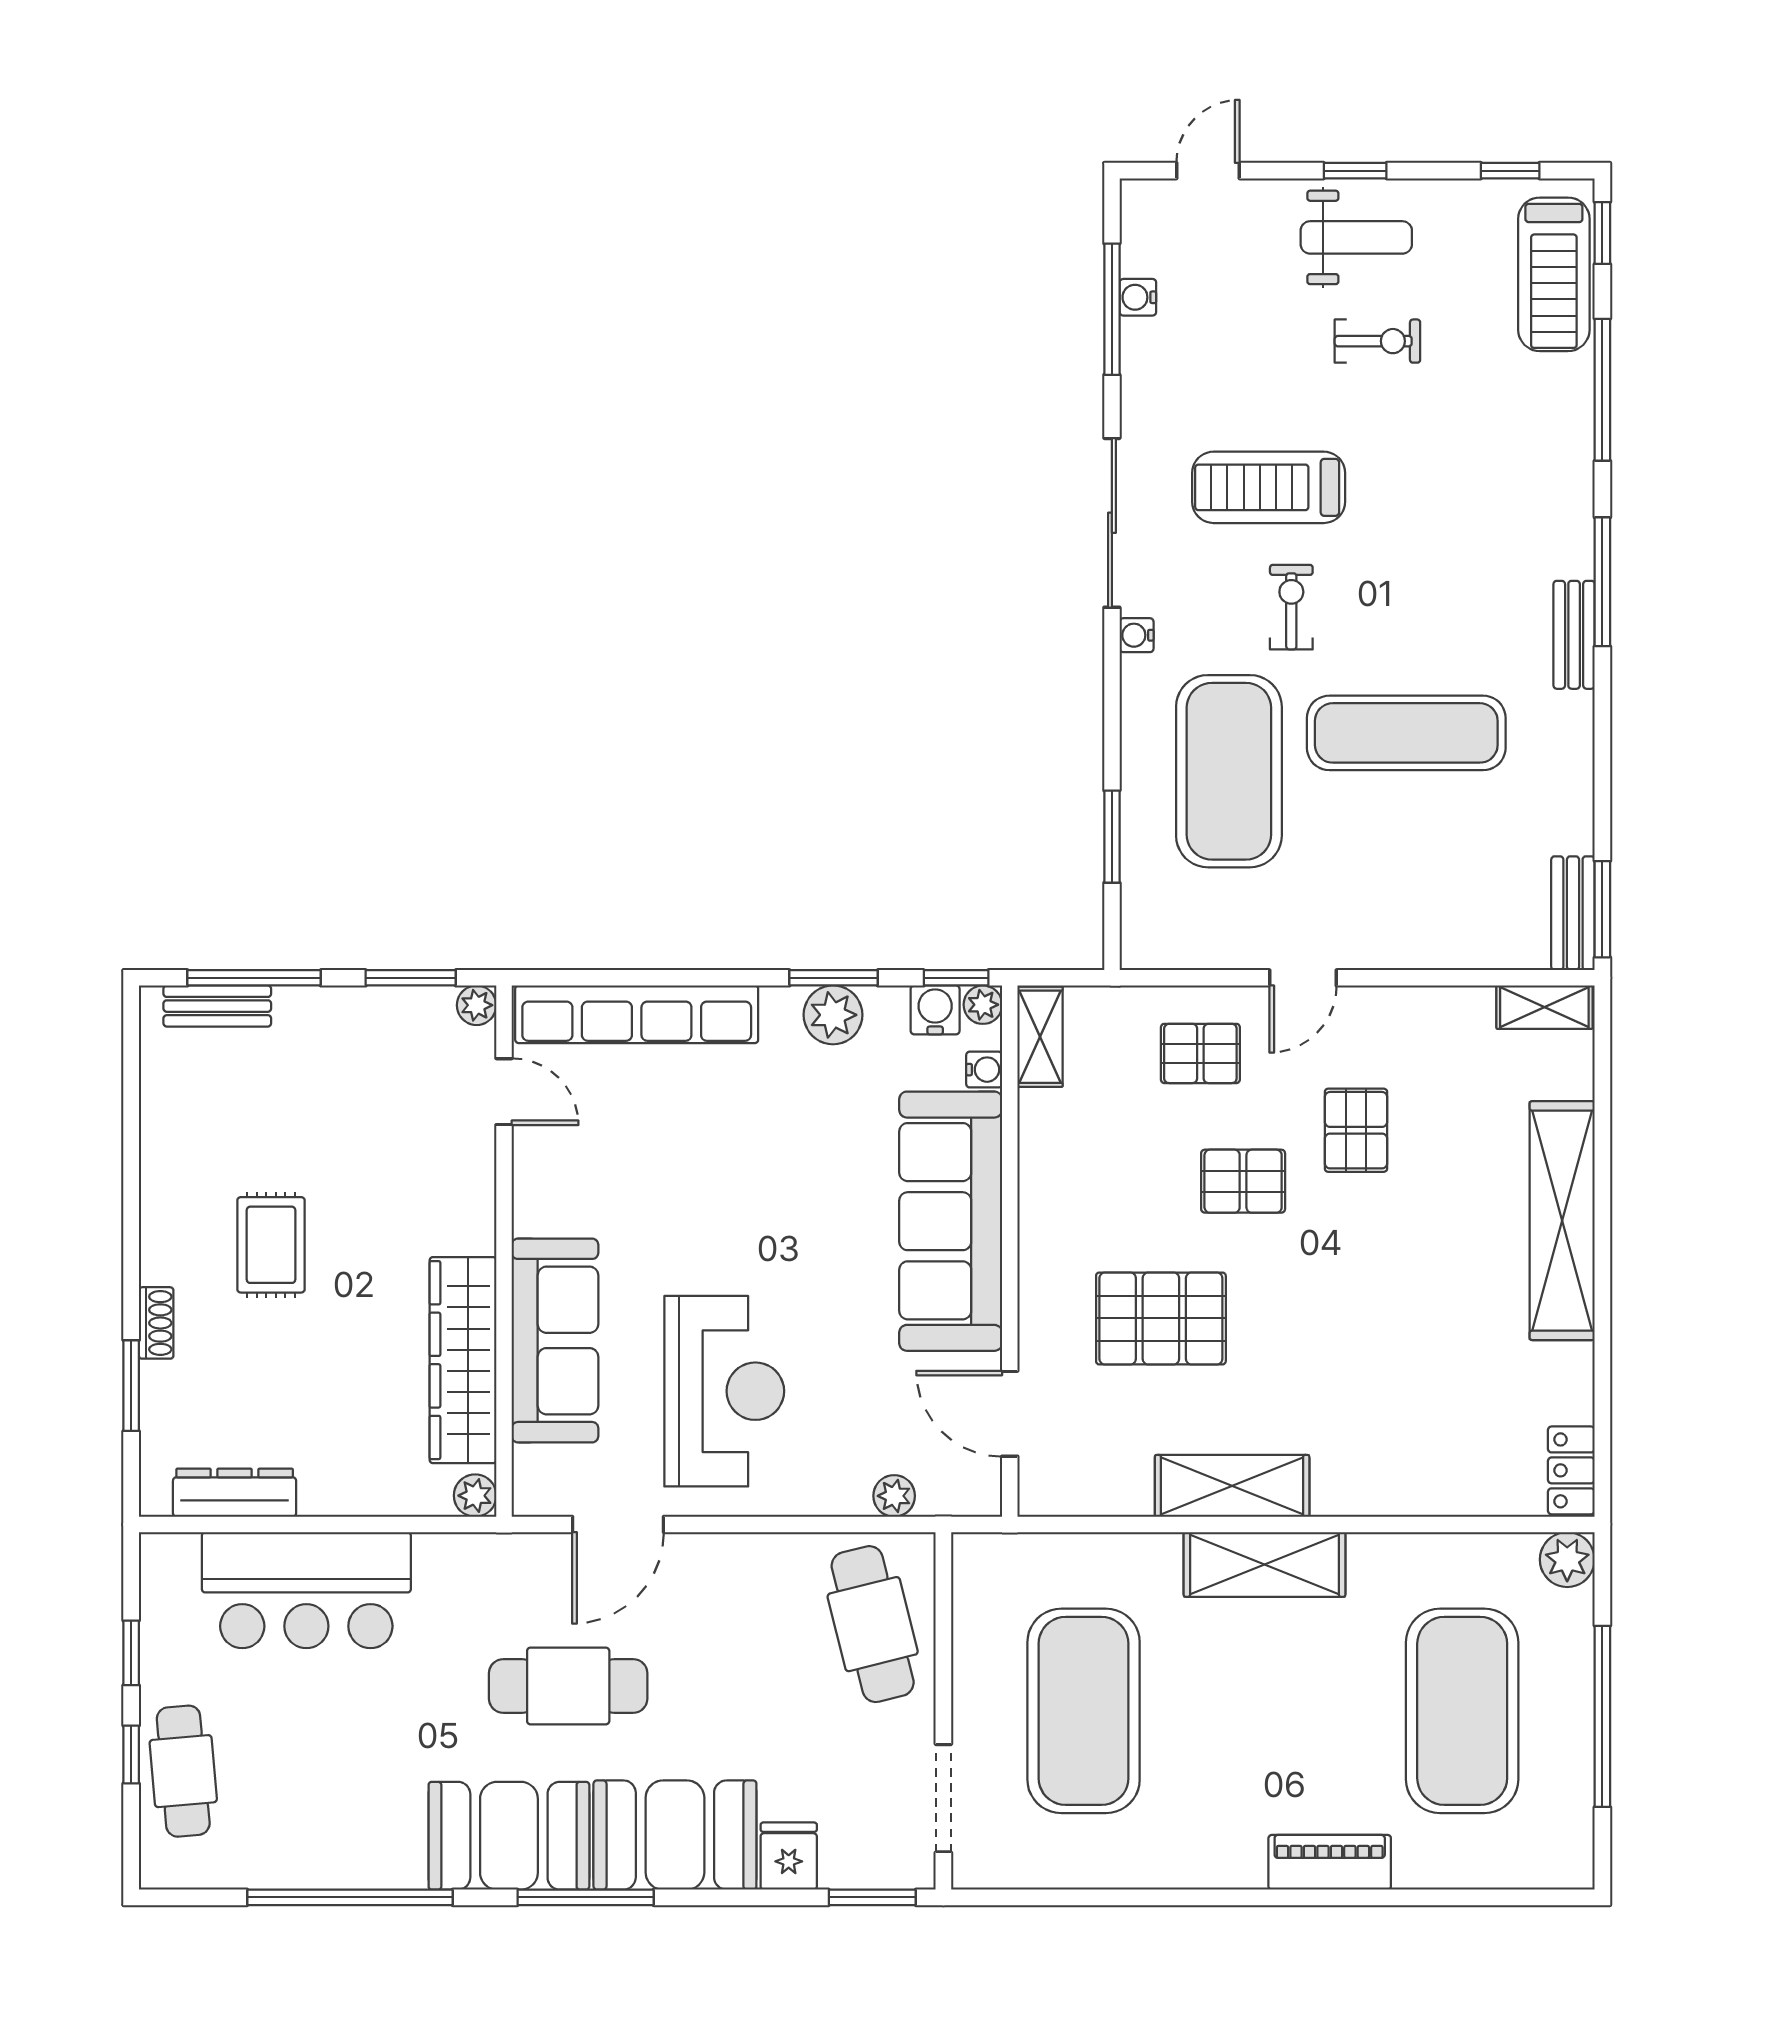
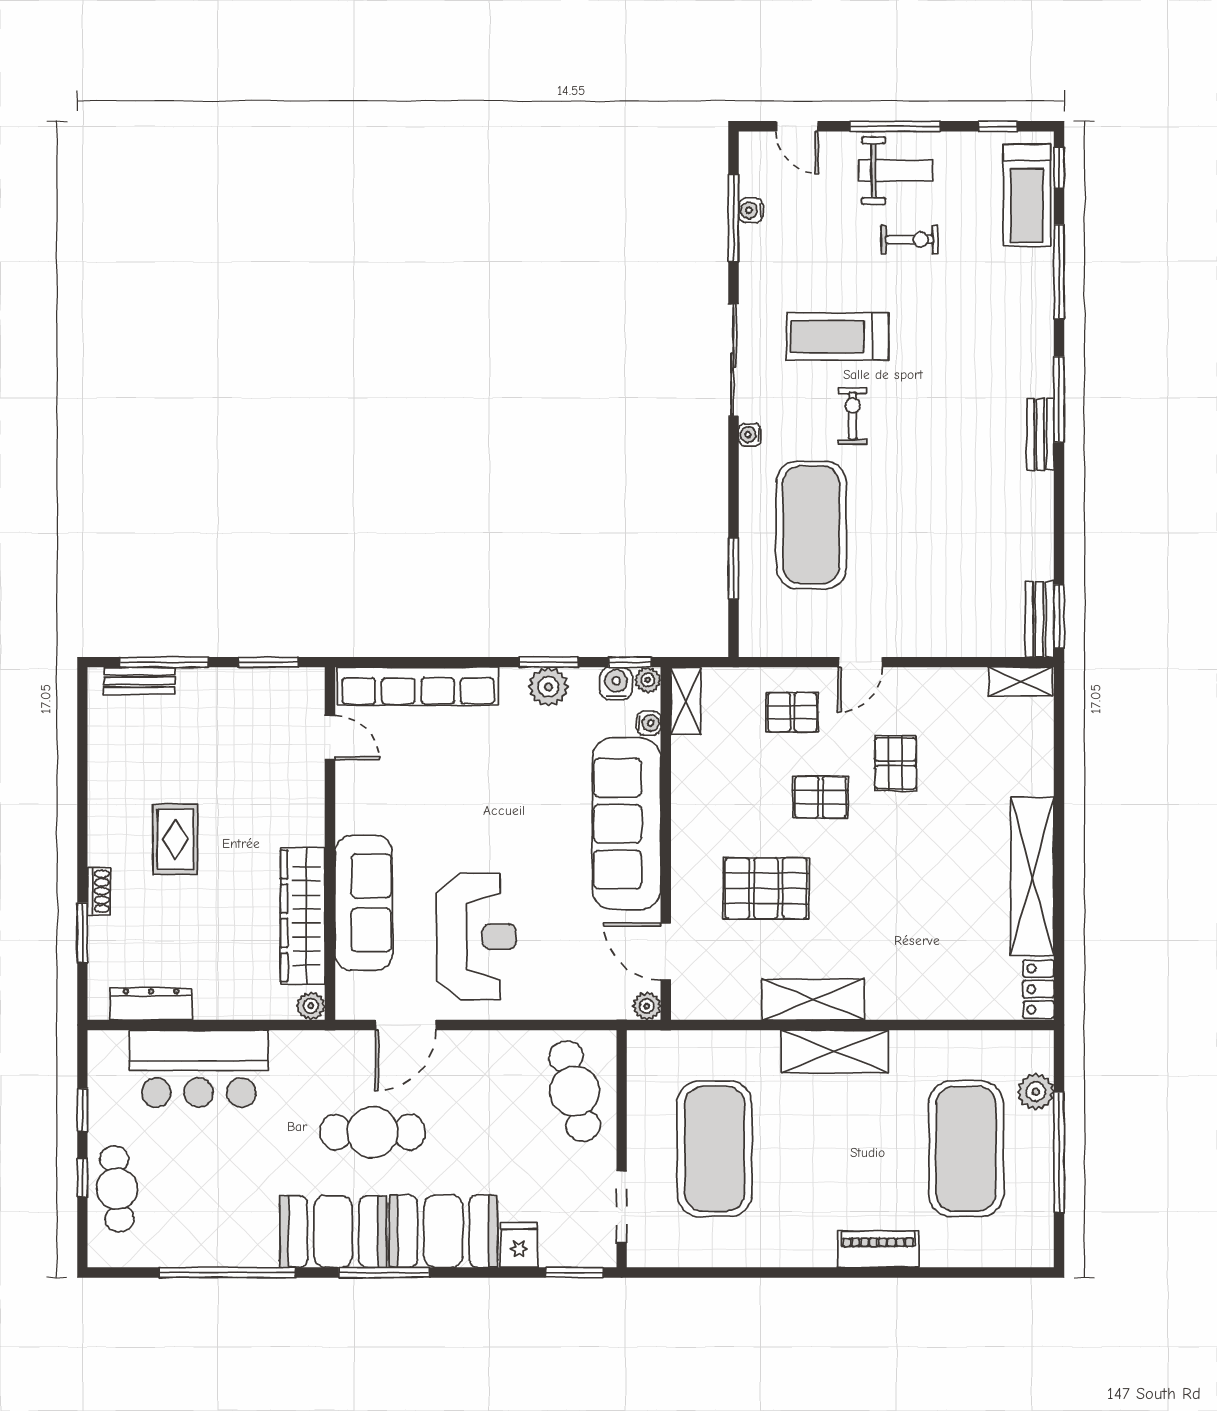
door: (1208, 171) -> (797, 126), swing flipped
window: (1355, 171) -> (895, 126), width x2.17
exercise mat: (1406, 733) -> (929, 500), removed
plant: (477, 1005) -> (312, 680), removed
shelving: (1562, 1221) -> (1032, 876), moved
plant: (894, 1496) -> (647, 1006), moved
plant: (1567, 1560) -> (1036, 1092), moved

